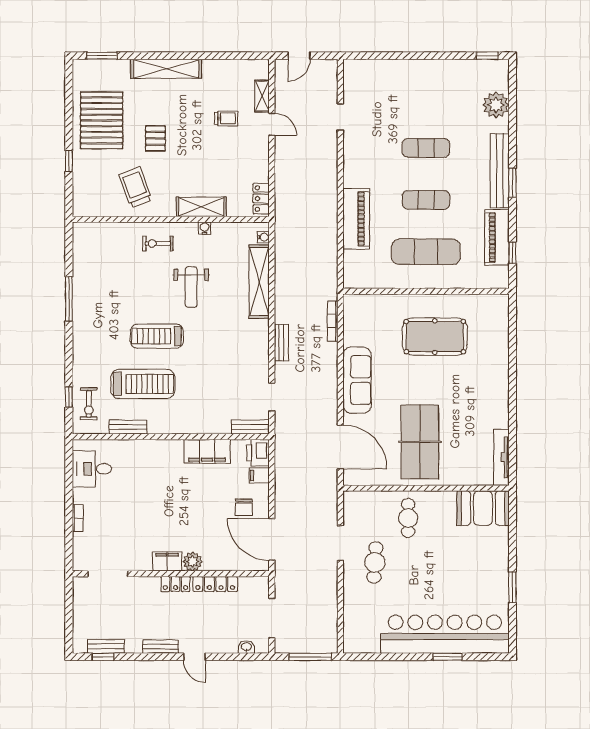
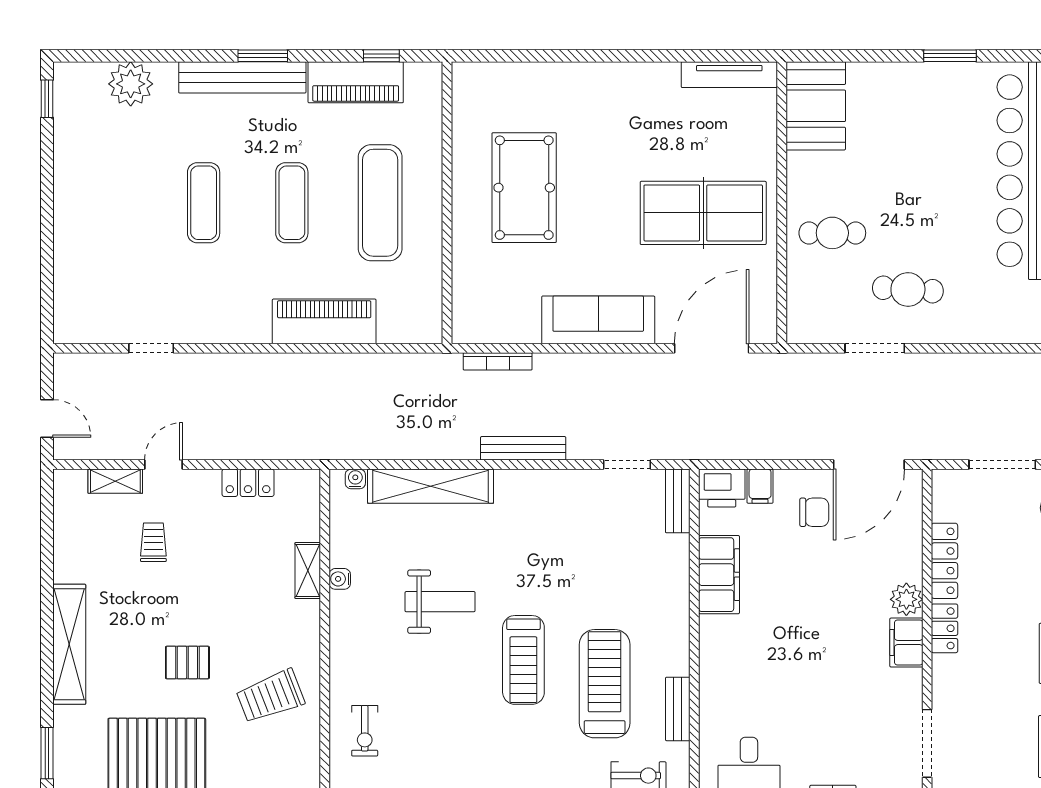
locker: (261, 199) -> (248, 483), moved
shelving: (201, 207) -> (308, 571), width x0.67, depth x0.75
exercise bike: (158, 243) -> (365, 731), moved
bench: (281, 343) -> (523, 448), width x1.36

